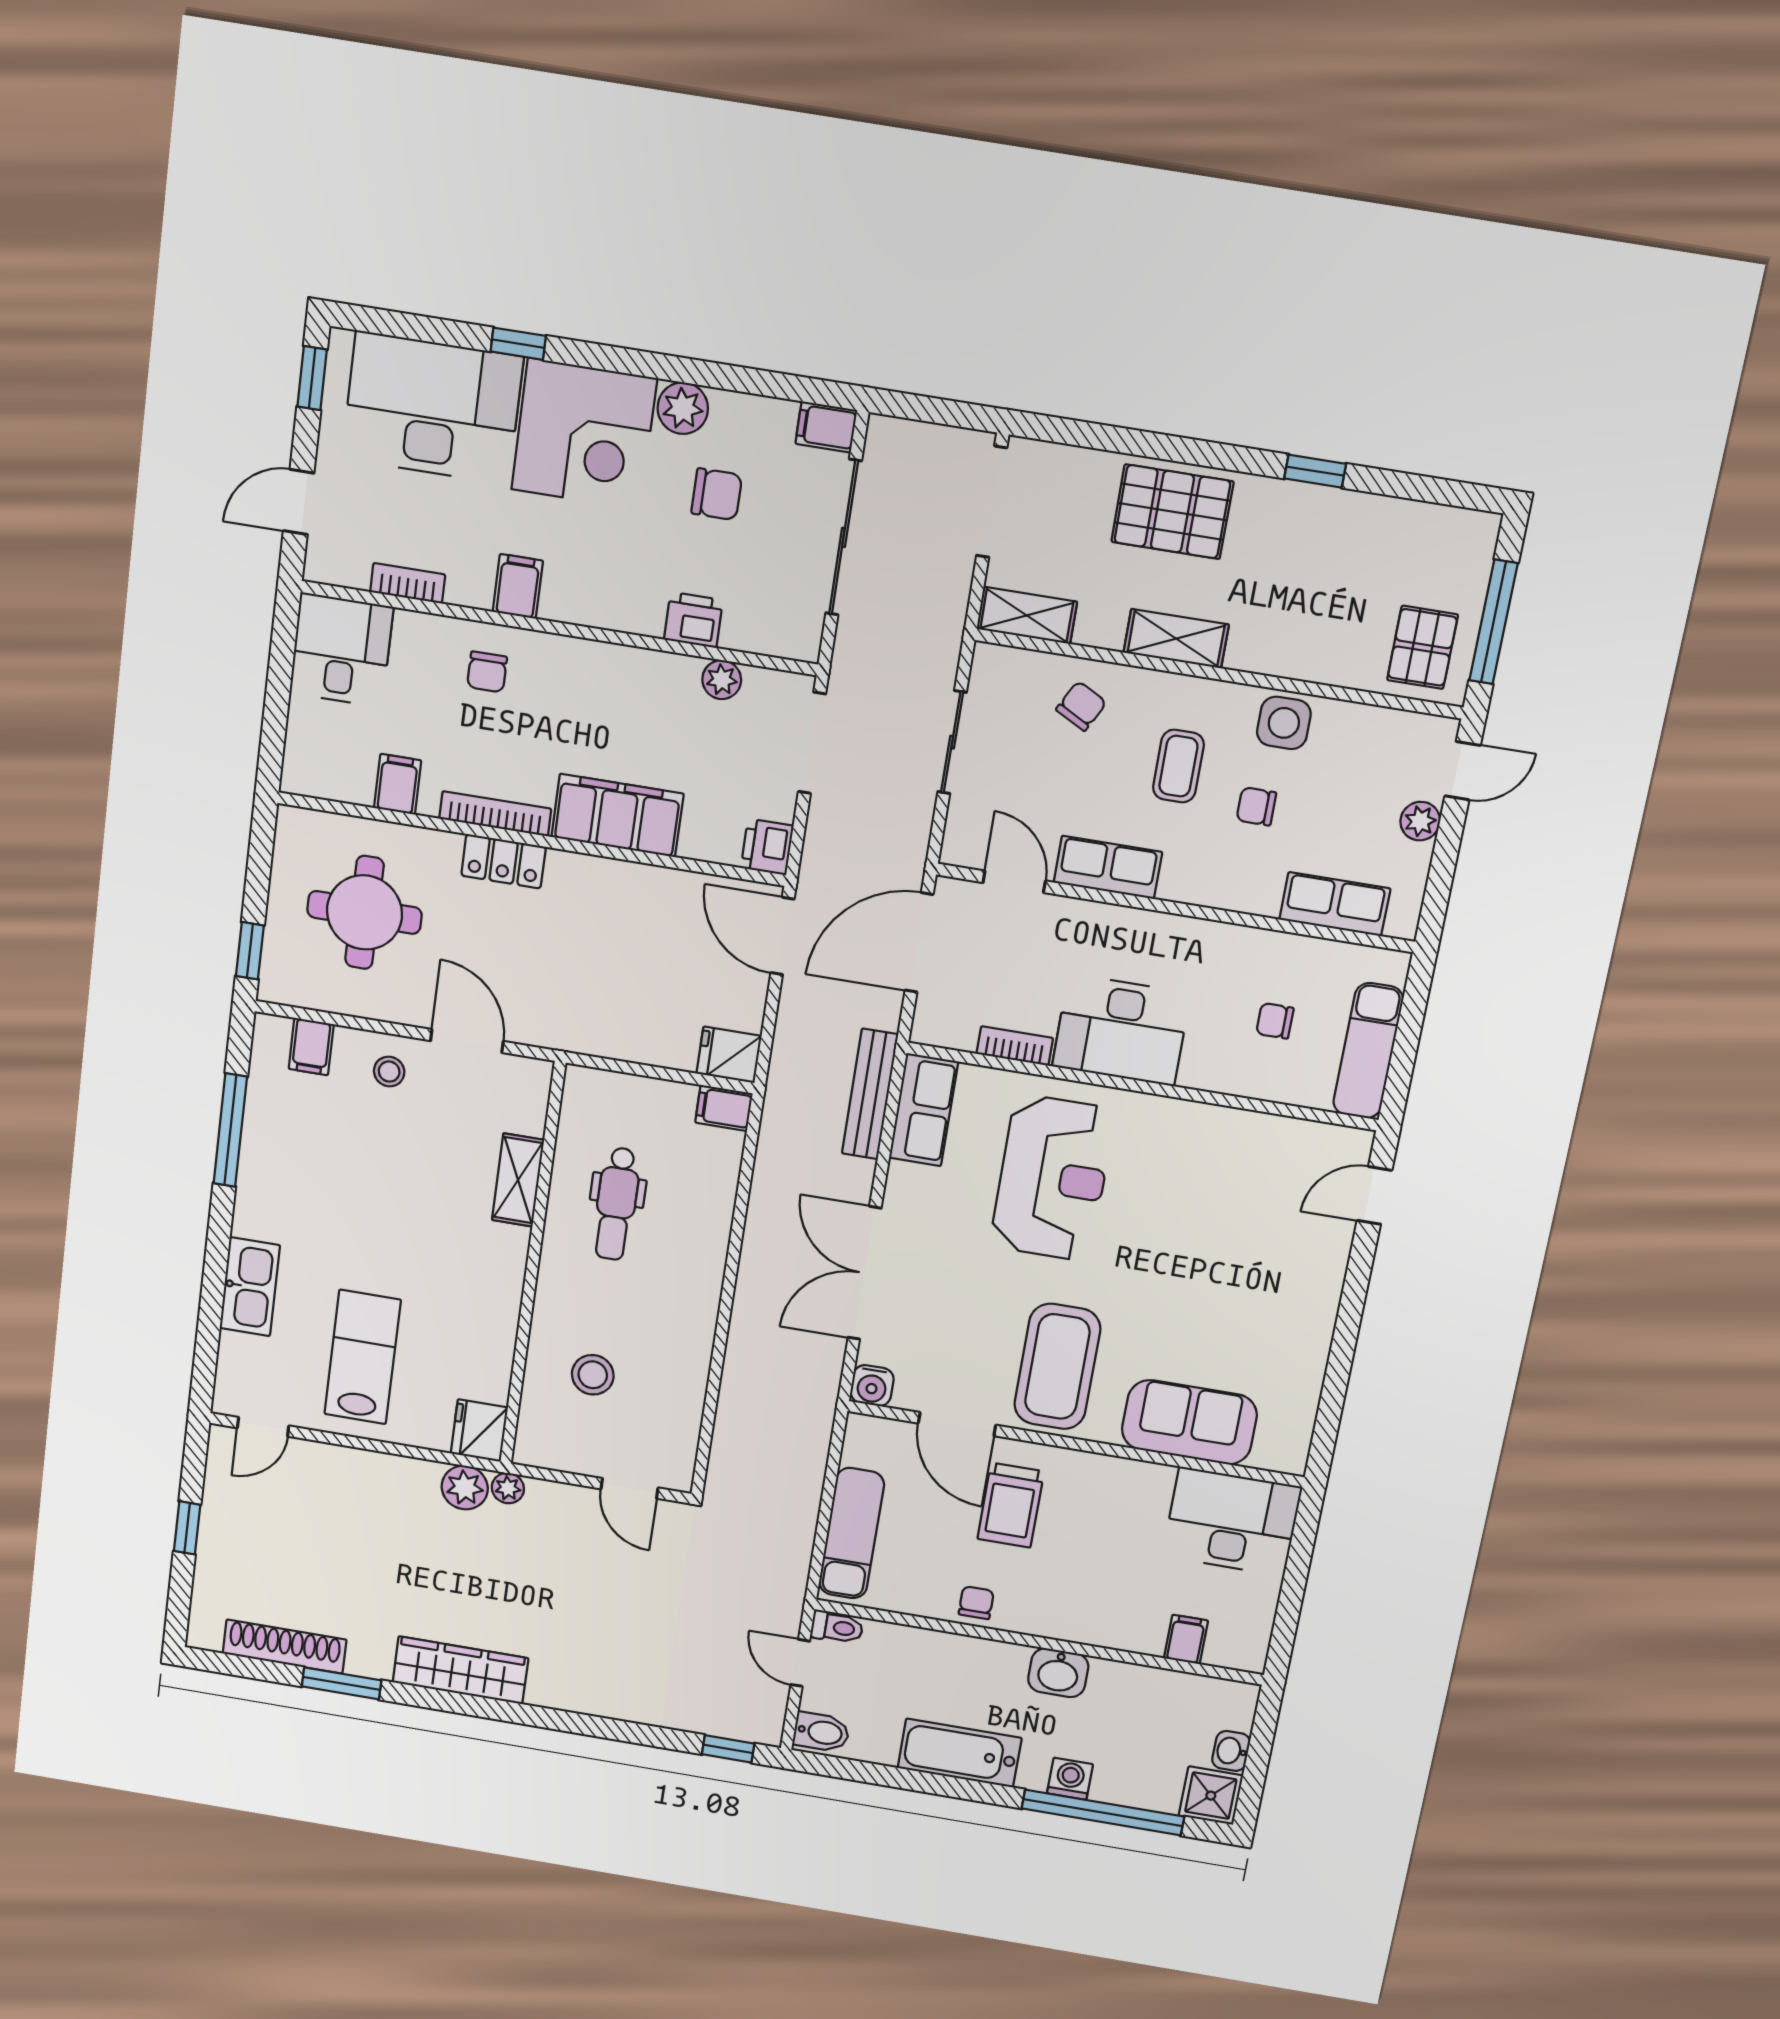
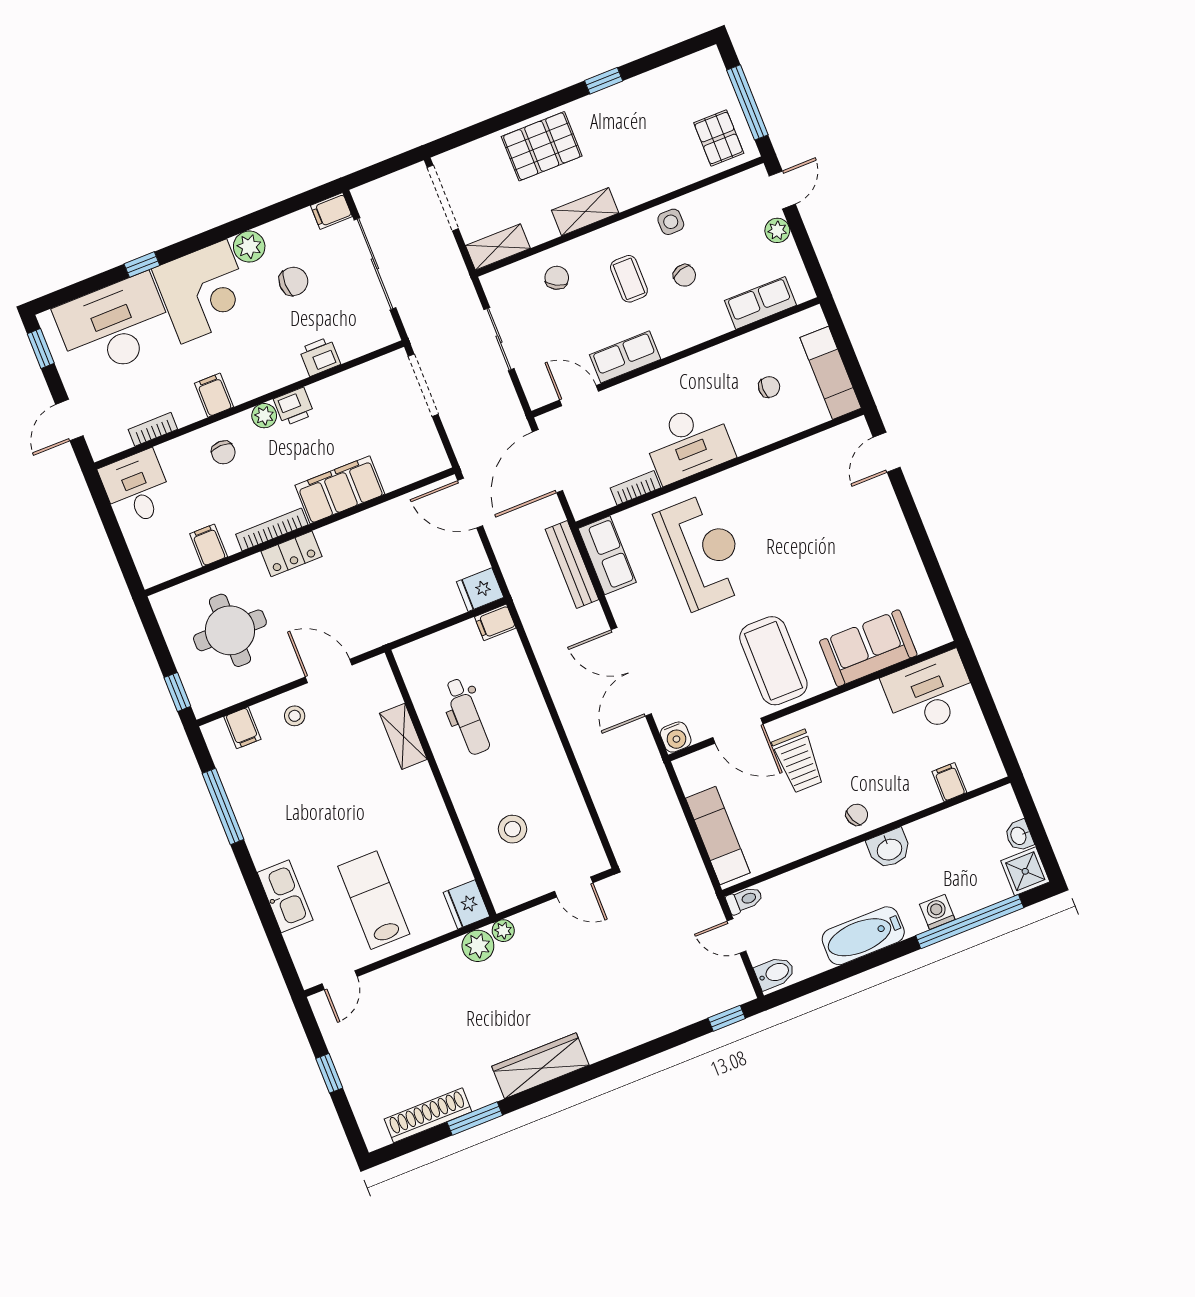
plant: (722, 680) -> (264, 416), moved
side table: (1284, 723) -> (671, 222), width x0.73, depth x0.73
chair: (1256, 806) -> (684, 275), turned -107
printer: (767, 847) -> (294, 407), moved, turned -90
chair: (1275, 1021) -> (769, 387), turned 180
chair: (976, 1603) -> (857, 815), moved, turned 66

